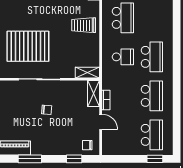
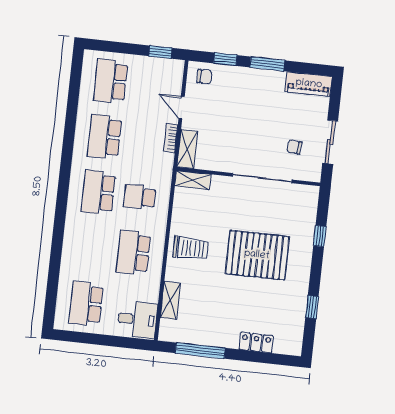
pallet: (28, 46) -> (257, 255), moved
chair: (47, 110) -> (294, 147), moved
window: (30, 159) -> (267, 64), moved
window: (155, 159) -> (160, 52), moved

